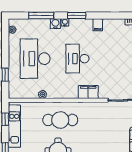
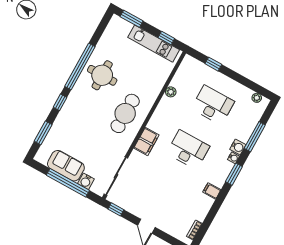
desk: (35, 59) -> (213, 105), width x0.73, depth x0.77
cafe table: (60, 120) -> (125, 113), moved

